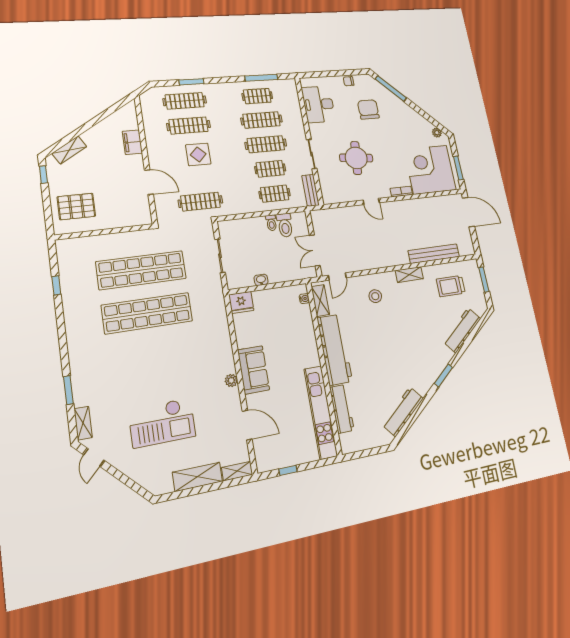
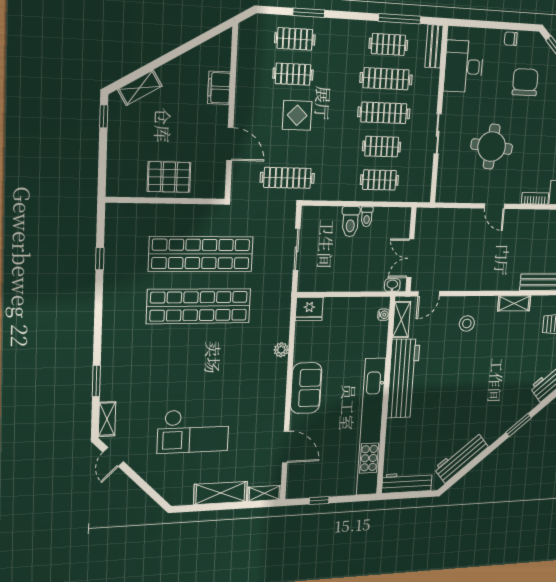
clothes rail: (185, 101) -> (295, 39), width x0.73
clothes rail: (189, 125) -> (293, 74), width x0.73
bench: (310, 190) -> (434, 46), moved
pallet: (76, 206) -> (169, 177), moved
toilet: (285, 225) -> (350, 222), moved
washbasin: (261, 280) -> (392, 285), moved
plant: (231, 380) -> (281, 350), moved
workbench: (342, 409) -> (407, 483), moved, turned -90
kitchen unit: (321, 412) -> (371, 427), width x1.36

